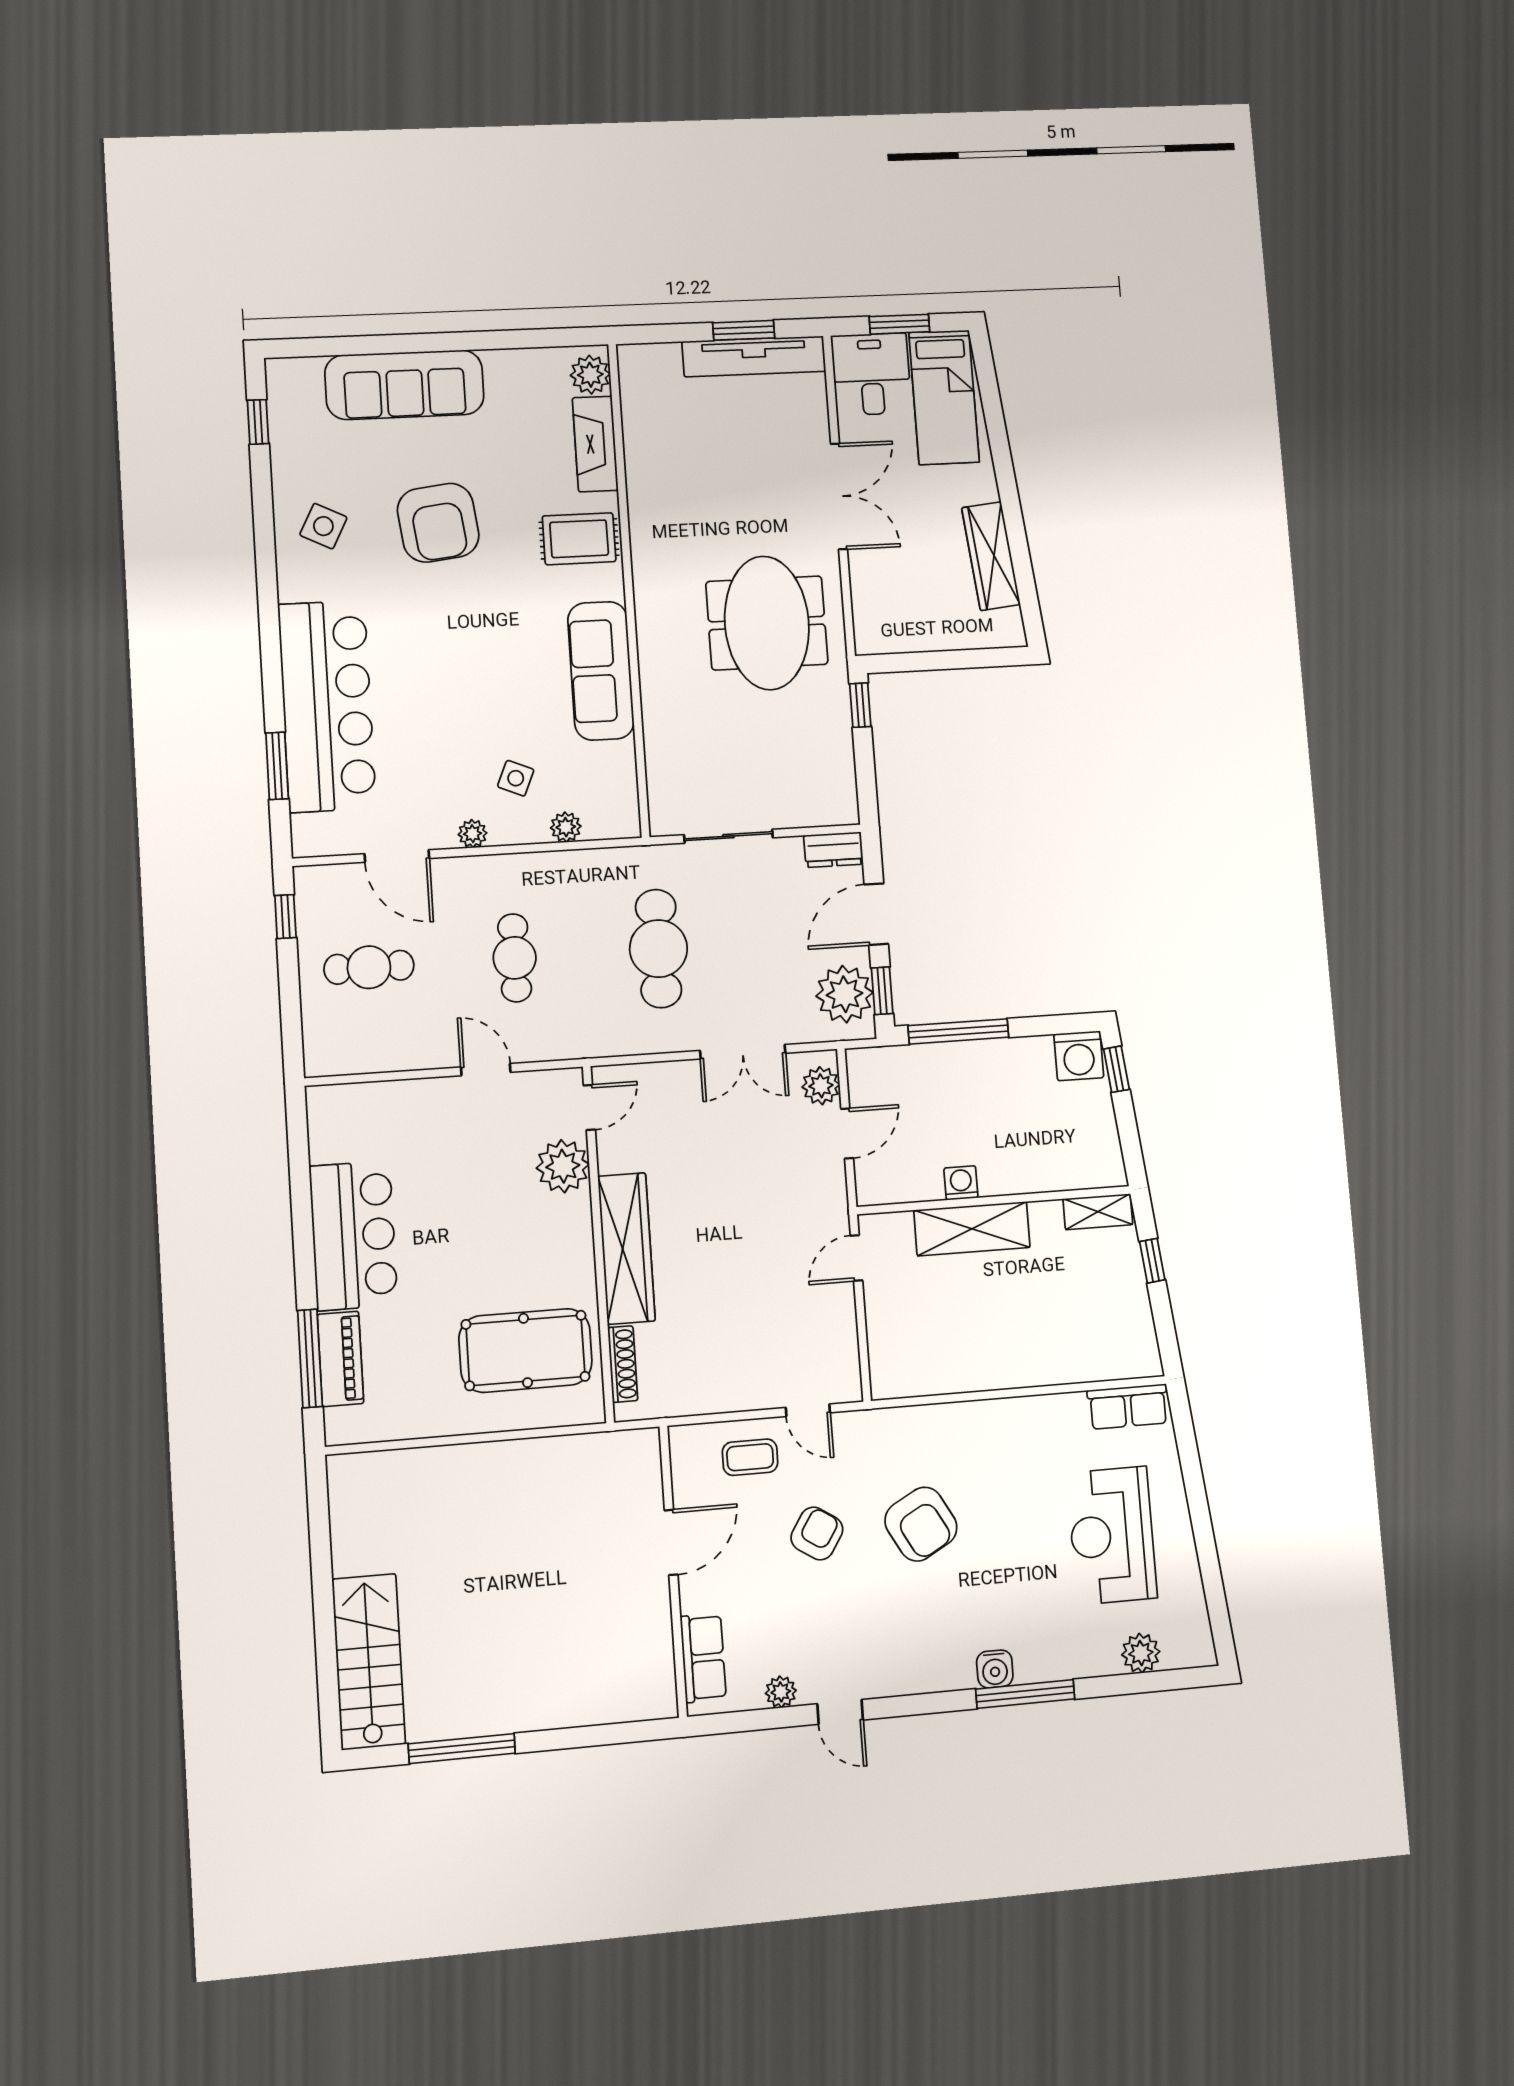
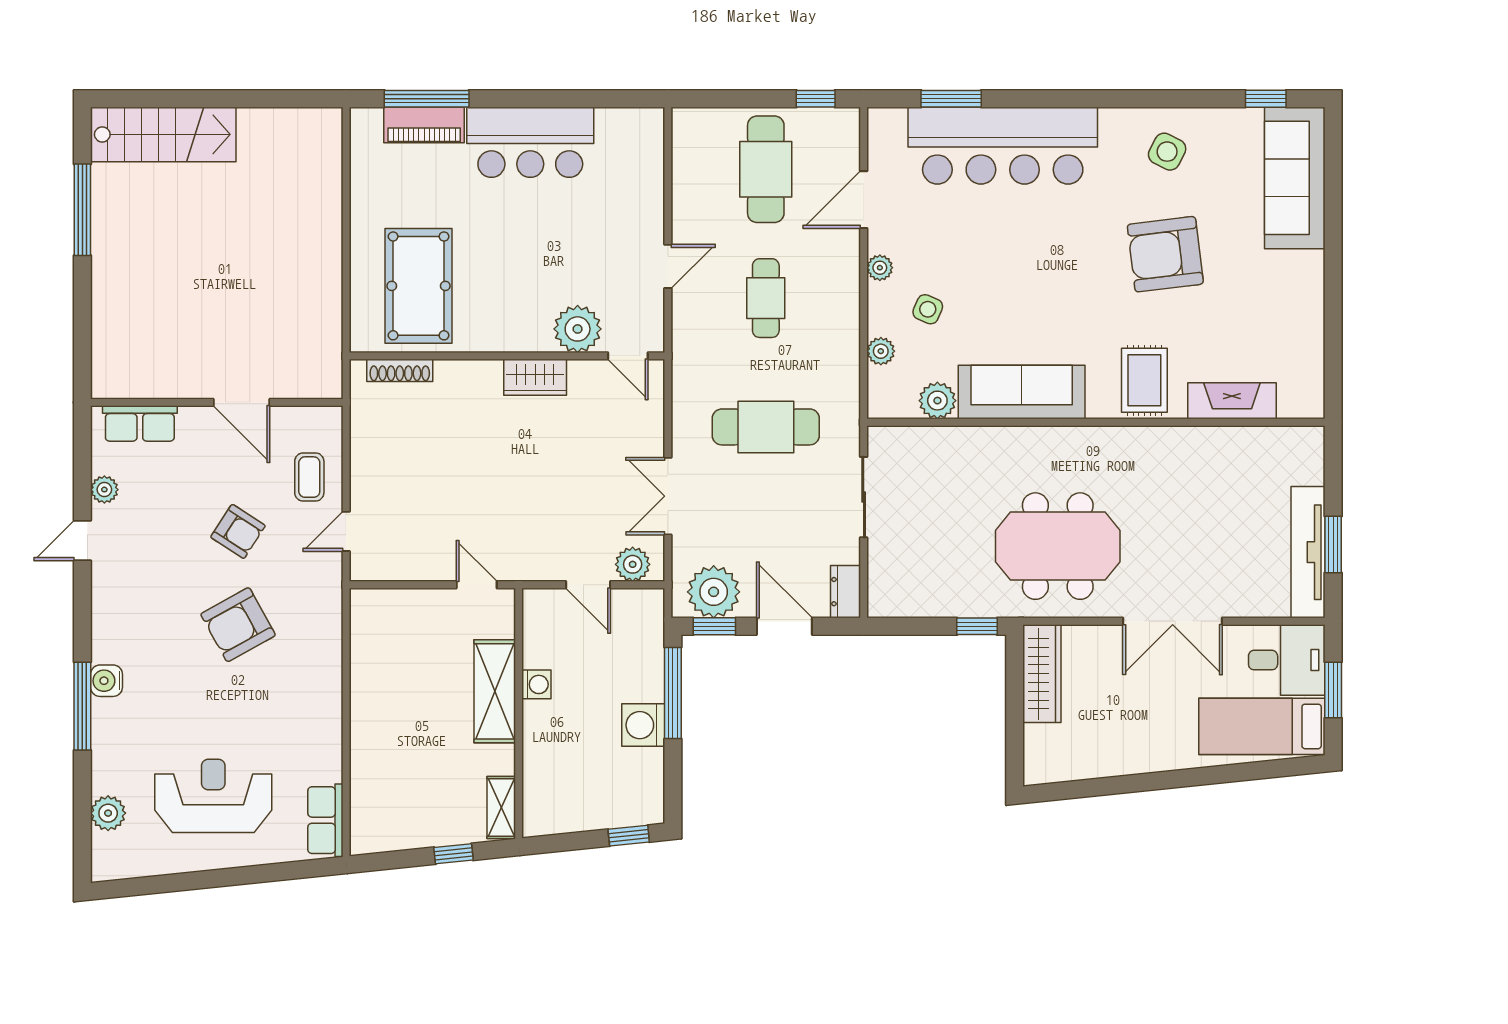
plant: (590, 375) -> (937, 401), moved
sofa: (404, 385) -> (1295, 178), moved
wardrobe: (991, 556) -> (1042, 674), moved, turned 96
cafe table: (515, 958) -> (766, 298), turned 90
cafe table: (369, 967) -> (766, 169), width x1.37, depth x1.35
washing machine: (1079, 1056) -> (643, 725), moved
wardrobe: (627, 1248) -> (535, 377), width x0.48, depth x0.85

